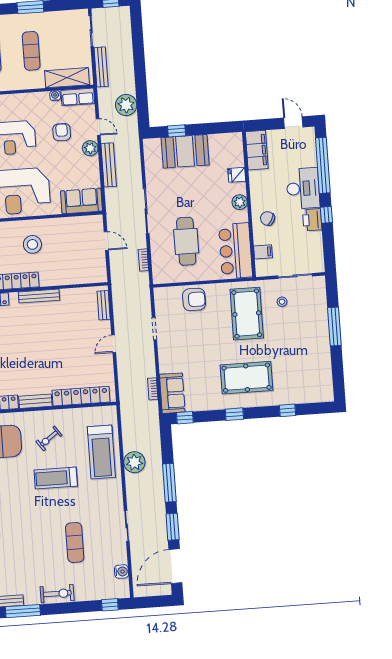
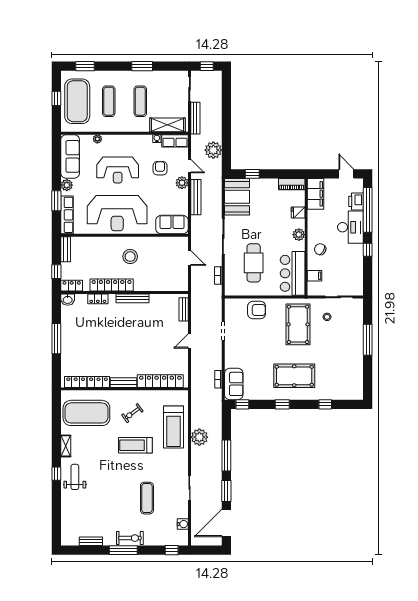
piano: (226, 140) -> (292, 184), added
booth: (185, 151) -> (237, 197), moved, turned 90
printer: (312, 220) -> (356, 201), moved
window: (23, 611) -> (123, 550), moved

